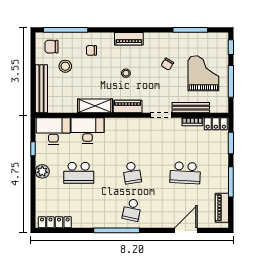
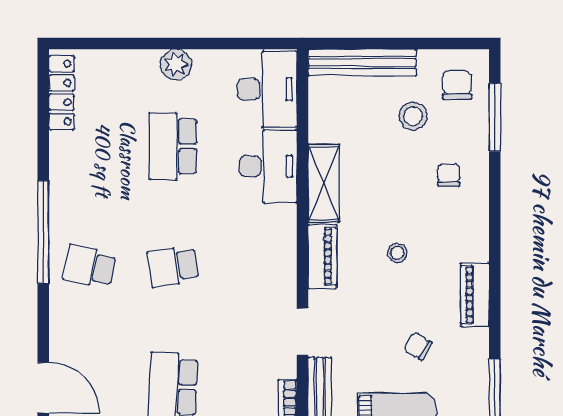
window: (66, 30) -> (495, 117), width x0.68
piano: (129, 39) -> (475, 295), moved
window: (33, 149) -> (227, 43), removed

